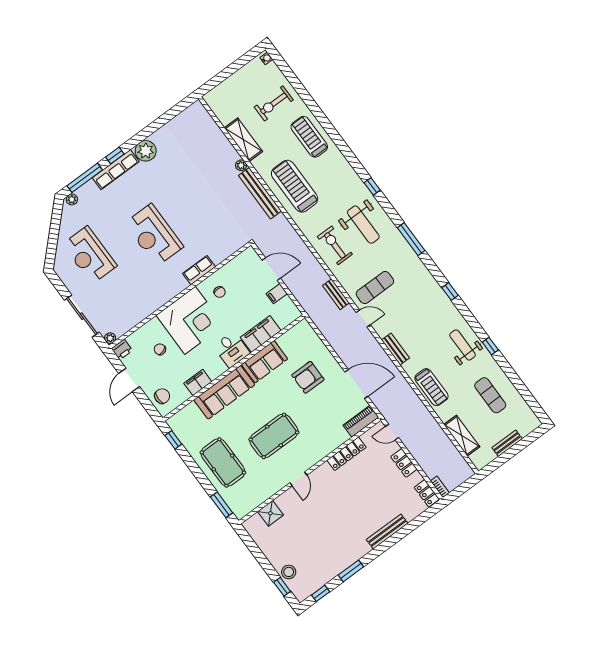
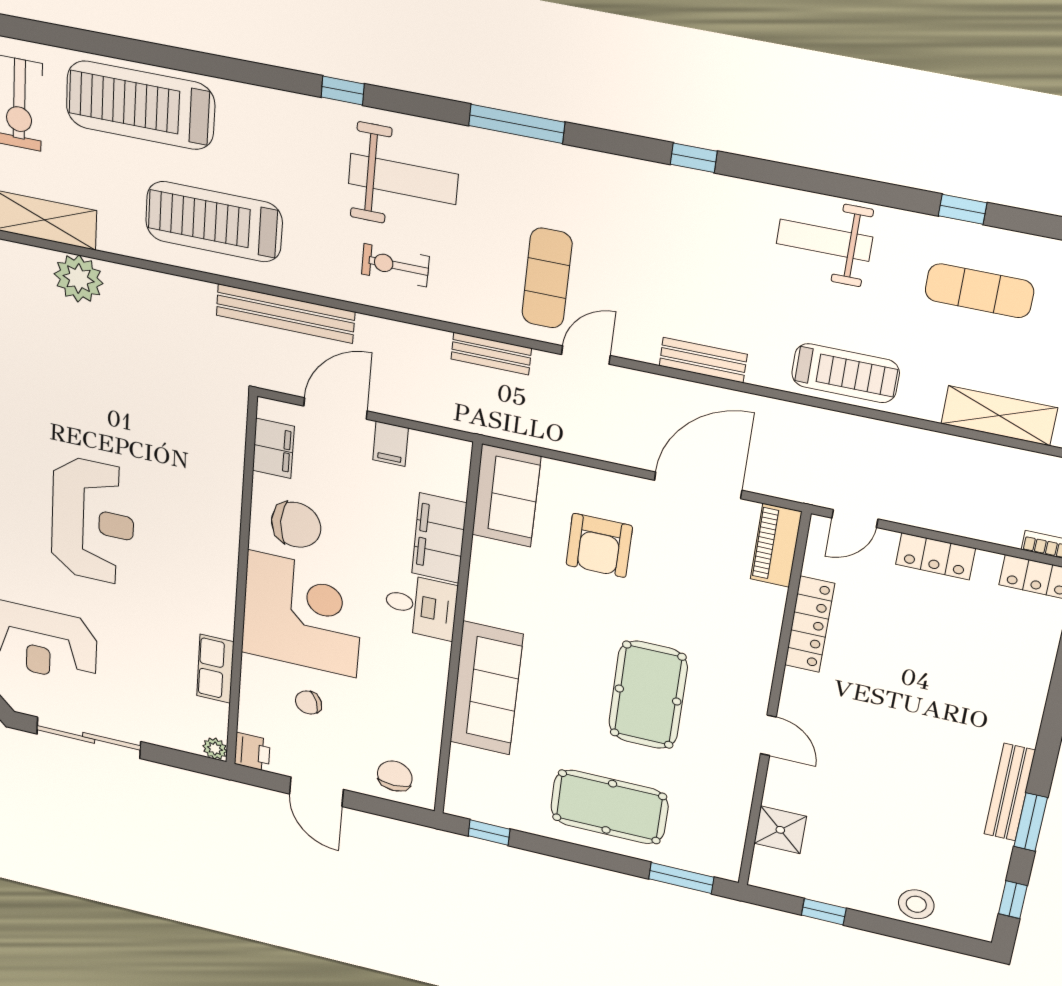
treadmill: (309, 137) -> (140, 105), width x1.37, depth x1.38
plant: (241, 165) -> (79, 279), width x1.88, depth x1.88
bench: (260, 193) -> (285, 313), moved
reception desk: (154, 235) -> (93, 521), turned -90
exercise bike: (335, 245) -> (395, 265), width x0.73, depth x0.72
row of seats: (199, 270) -> (215, 669), moved
chair: (220, 292) -> (296, 525), width x1.87, depth x1.87
sliding door: (82, 316) -> (89, 738), moved
window: (490, 346) -> (963, 209), moved
sofa: (265, 362) -> (506, 496), moved
filing cabinet: (198, 383) -> (273, 448), moved, turned 180
bench: (387, 531) -> (1010, 792), moved
window: (282, 587) -> (824, 912), moved

